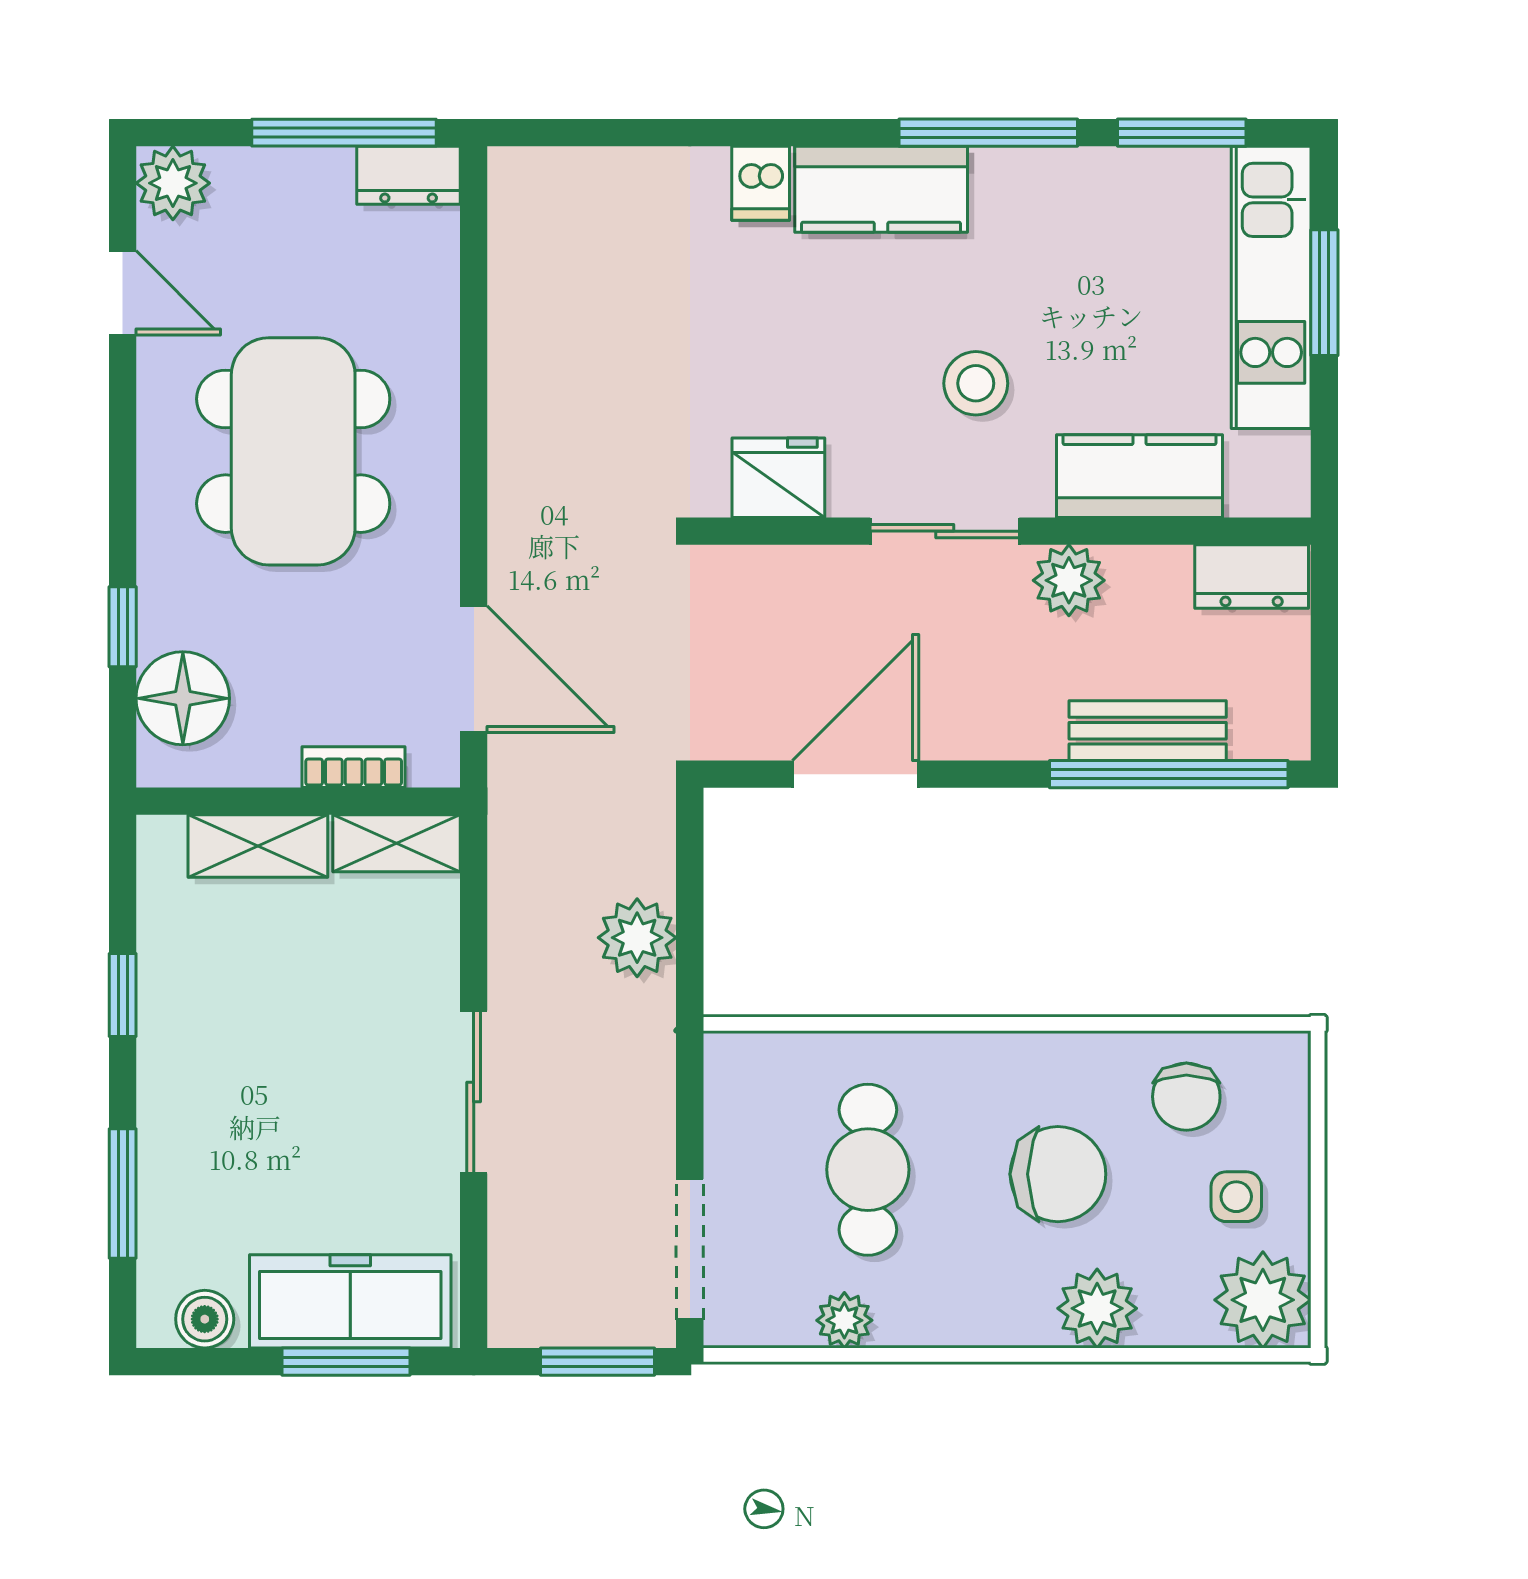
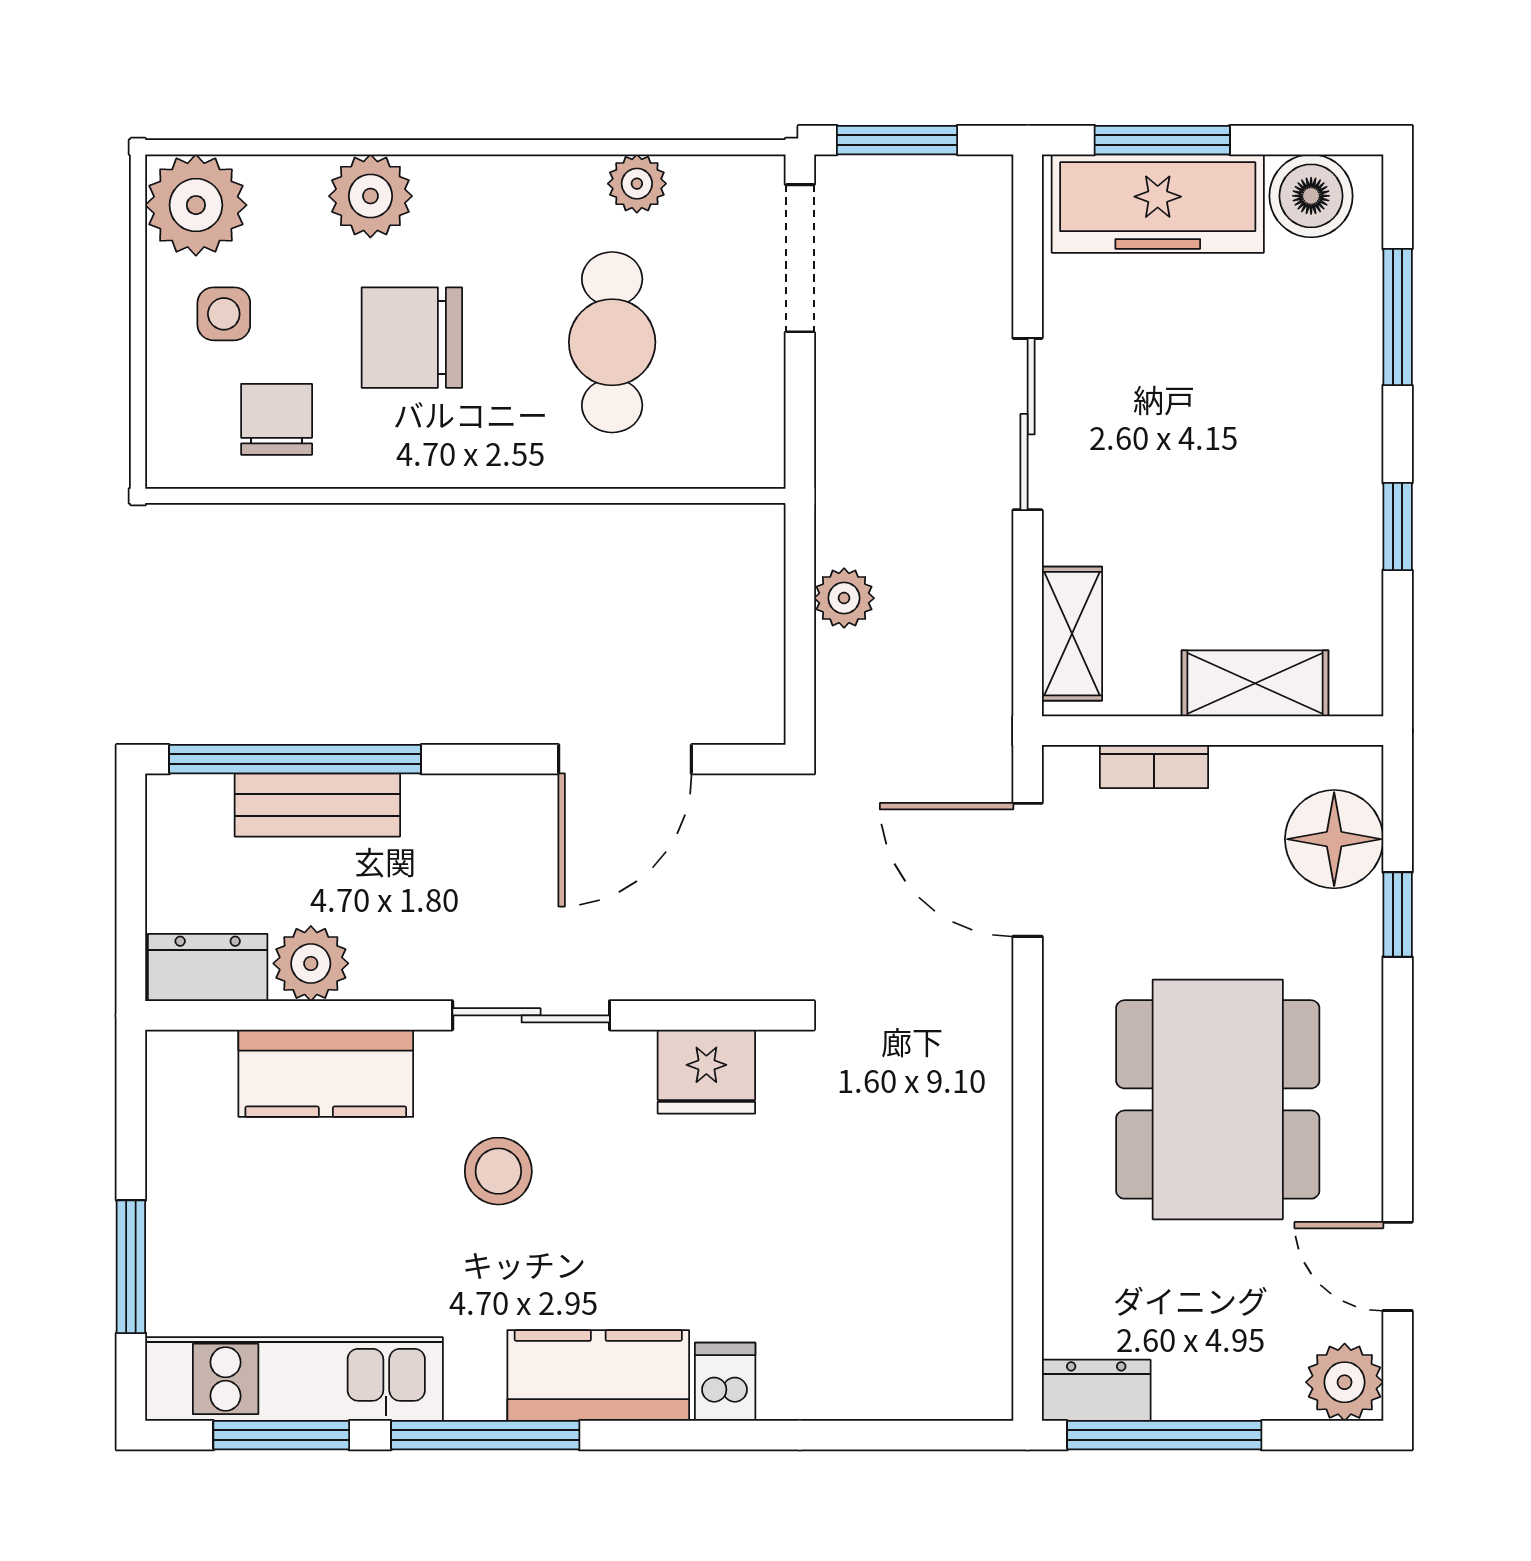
kitchen unit: (1271, 287) -> (294, 1379), moved, turned -90
plant: (1069, 580) -> (311, 963), moved
shelving: (397, 843) -> (1072, 634), moved, turned 90
plant: (637, 938) -> (844, 598), width x0.73, depth x0.73
boiler: (205, 1319) -> (1311, 196), width x1.36, depth x1.36

